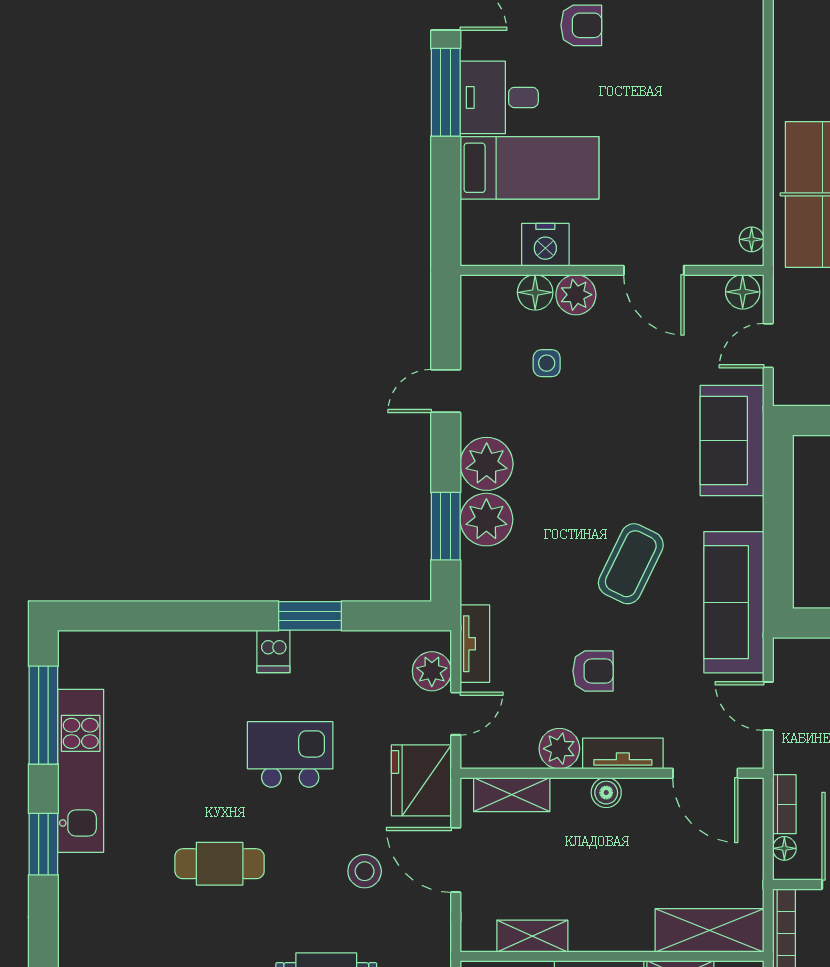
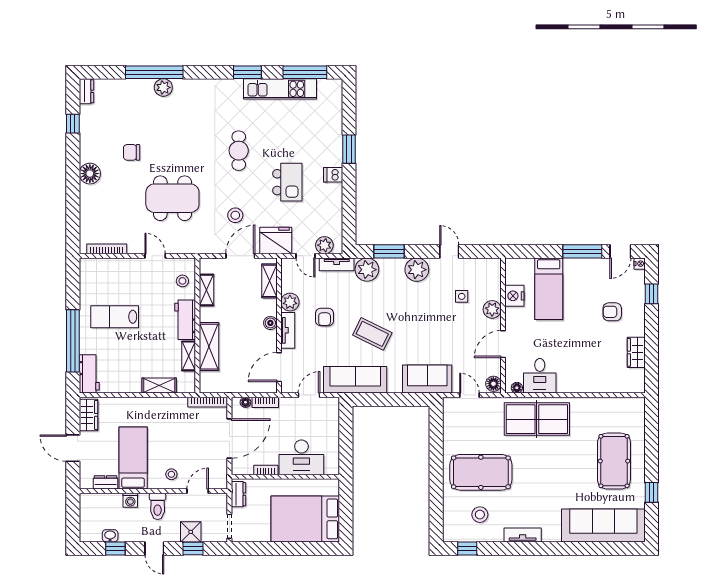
armchair: (581, 25) -> (612, 312), turned 90
desk: (499, 97) -> (540, 376), moved, turned 180
floor lamp: (535, 292) -> (493, 291), removed
plant: (486, 520) -> (367, 270), moved
window: (310, 616) -> (349, 149), moved
shelving: (710, 930) -> (209, 347), moved

